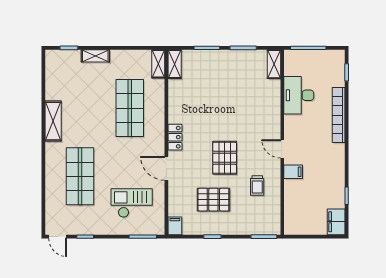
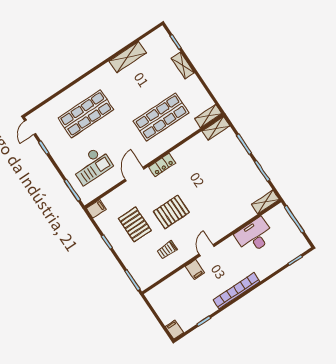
bookcase: (339, 115) -> (236, 291), moved
shelving: (53, 121) -> (128, 57), moved
checkout: (132, 203) -> (92, 166), turned 90
filing cabinet: (336, 222) -> (174, 330), width x0.50

